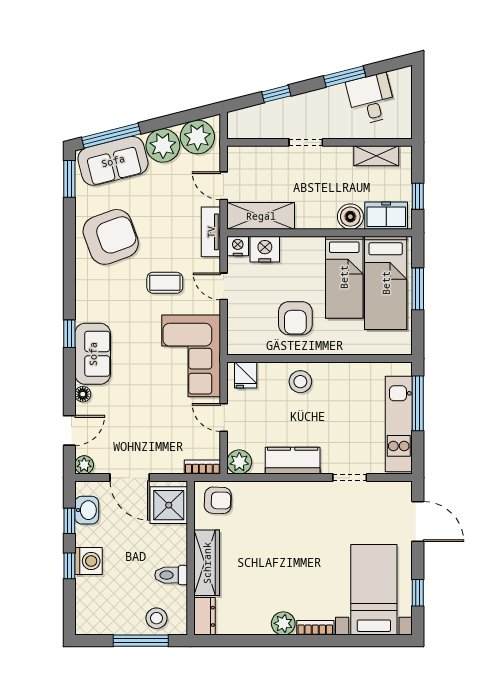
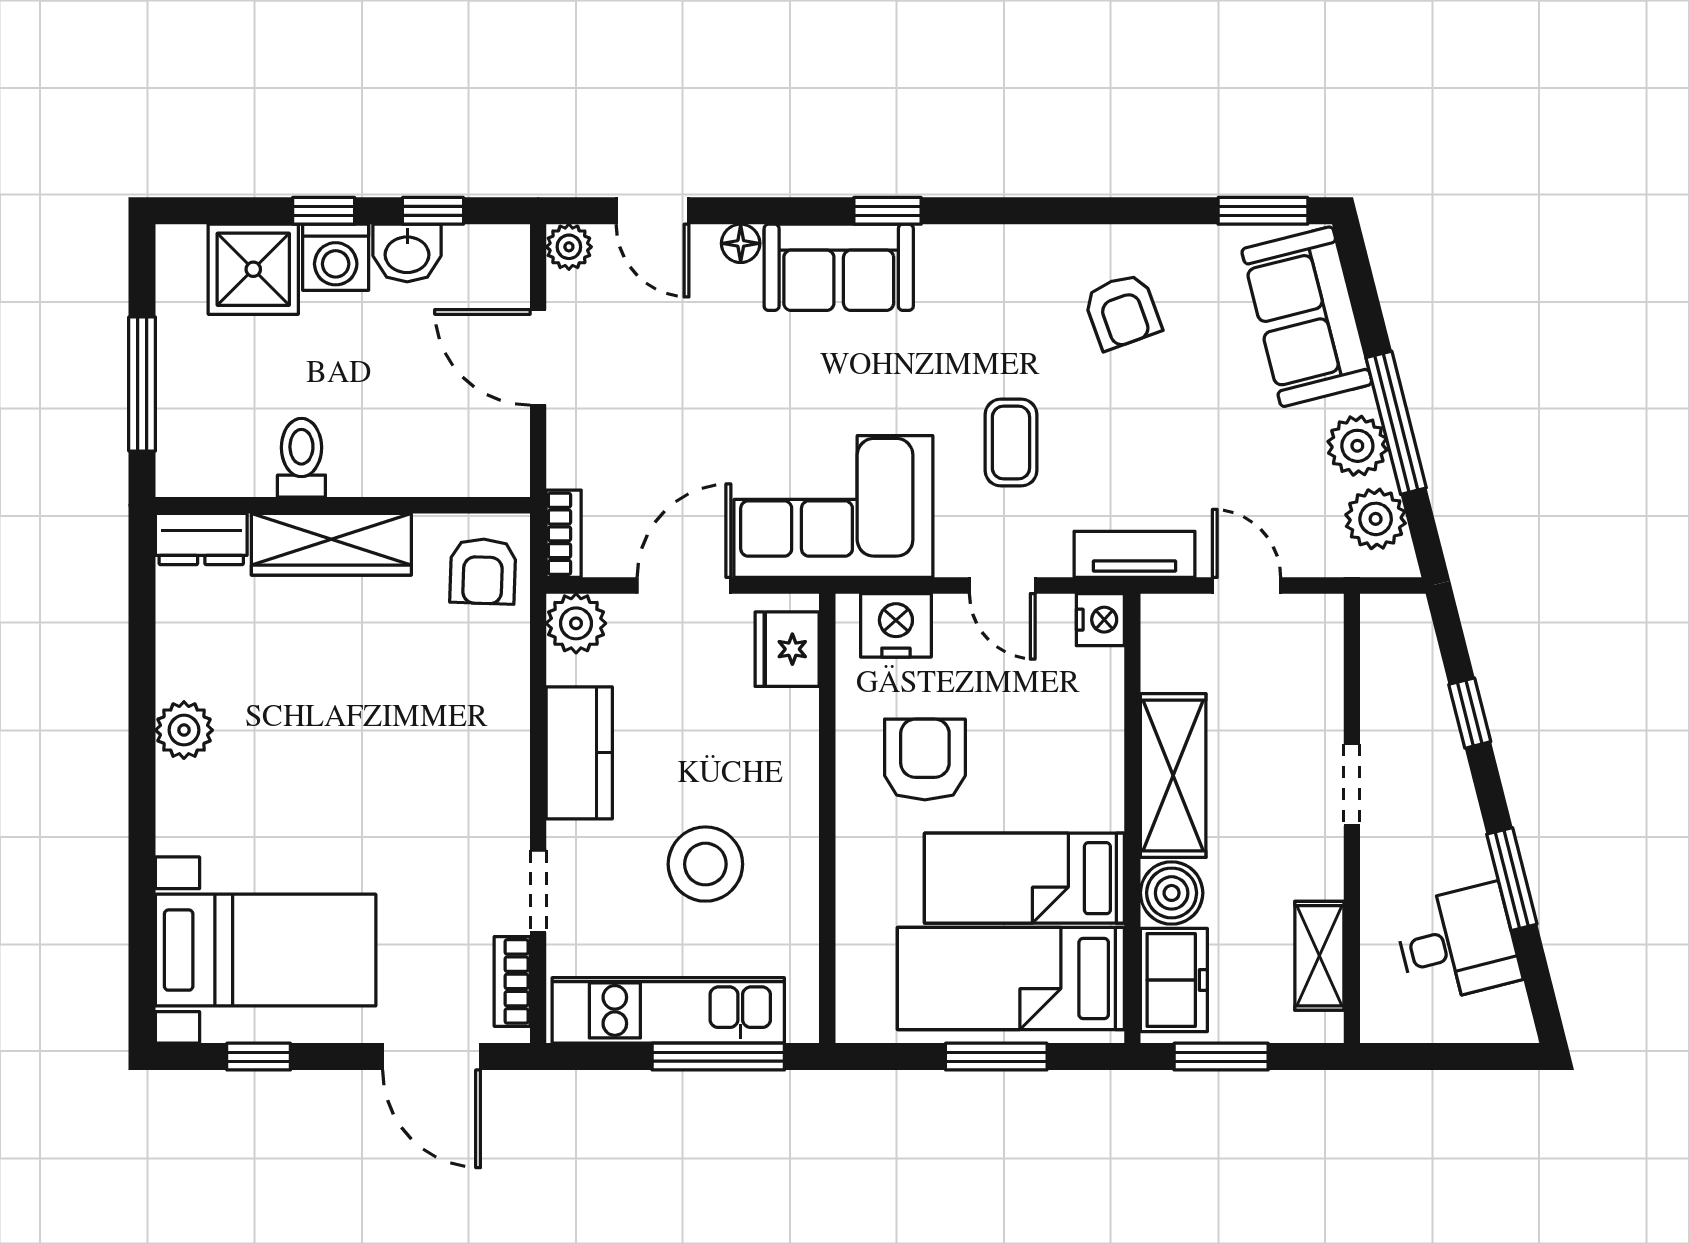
window: (111, 136) -> (1396, 423), moved
plant: (197, 137) -> (1376, 519), width x0.73, depth x0.73
plant: (163, 146) -> (1357, 446), width x0.73, depth x0.73
door: (224, 186) -> (1246, 586), hinge flipped
window: (418, 196) -> (1221, 1057), width x1.50
shelving: (261, 216) -> (1173, 776), moved
armchair: (111, 237) -> (1122, 311), width x0.53, depth x0.53
nightstand: (265, 249) -> (896, 625), moved, turned -90
door: (224, 286) -> (1002, 586), swing flipped
armchair: (295, 318) -> (925, 759), turned 90
fridge: (246, 375) -> (787, 649), width x1.38
stool: (300, 382) -> (705, 864), moved, width x1.38, depth x1.38
door: (224, 417) -> (684, 586), width x1.38
door: (130, 478) -> (538, 357), hinge flipped
shower: (169, 505) -> (253, 269), moved
washbasin: (87, 510) -> (407, 253), moved
door: (418, 521) -> (432, 1057), hinge flipped
stool: (156, 618) -> (197, 422), removed
bookcase: (315, 628) -> (512, 981), moved, turned 180

